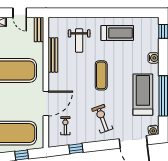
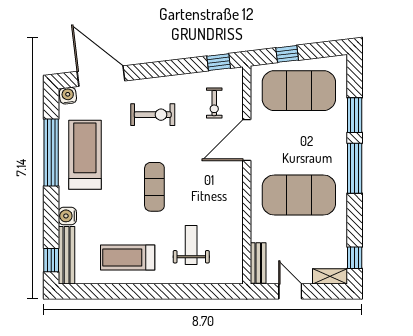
bench: (53, 55) -> (67, 255), moved
treadmill: (143, 95) -> (85, 155), turned 180
exercise bike: (102, 119) -> (153, 115), turned -70
window: (76, 149) -> (219, 62), moved

